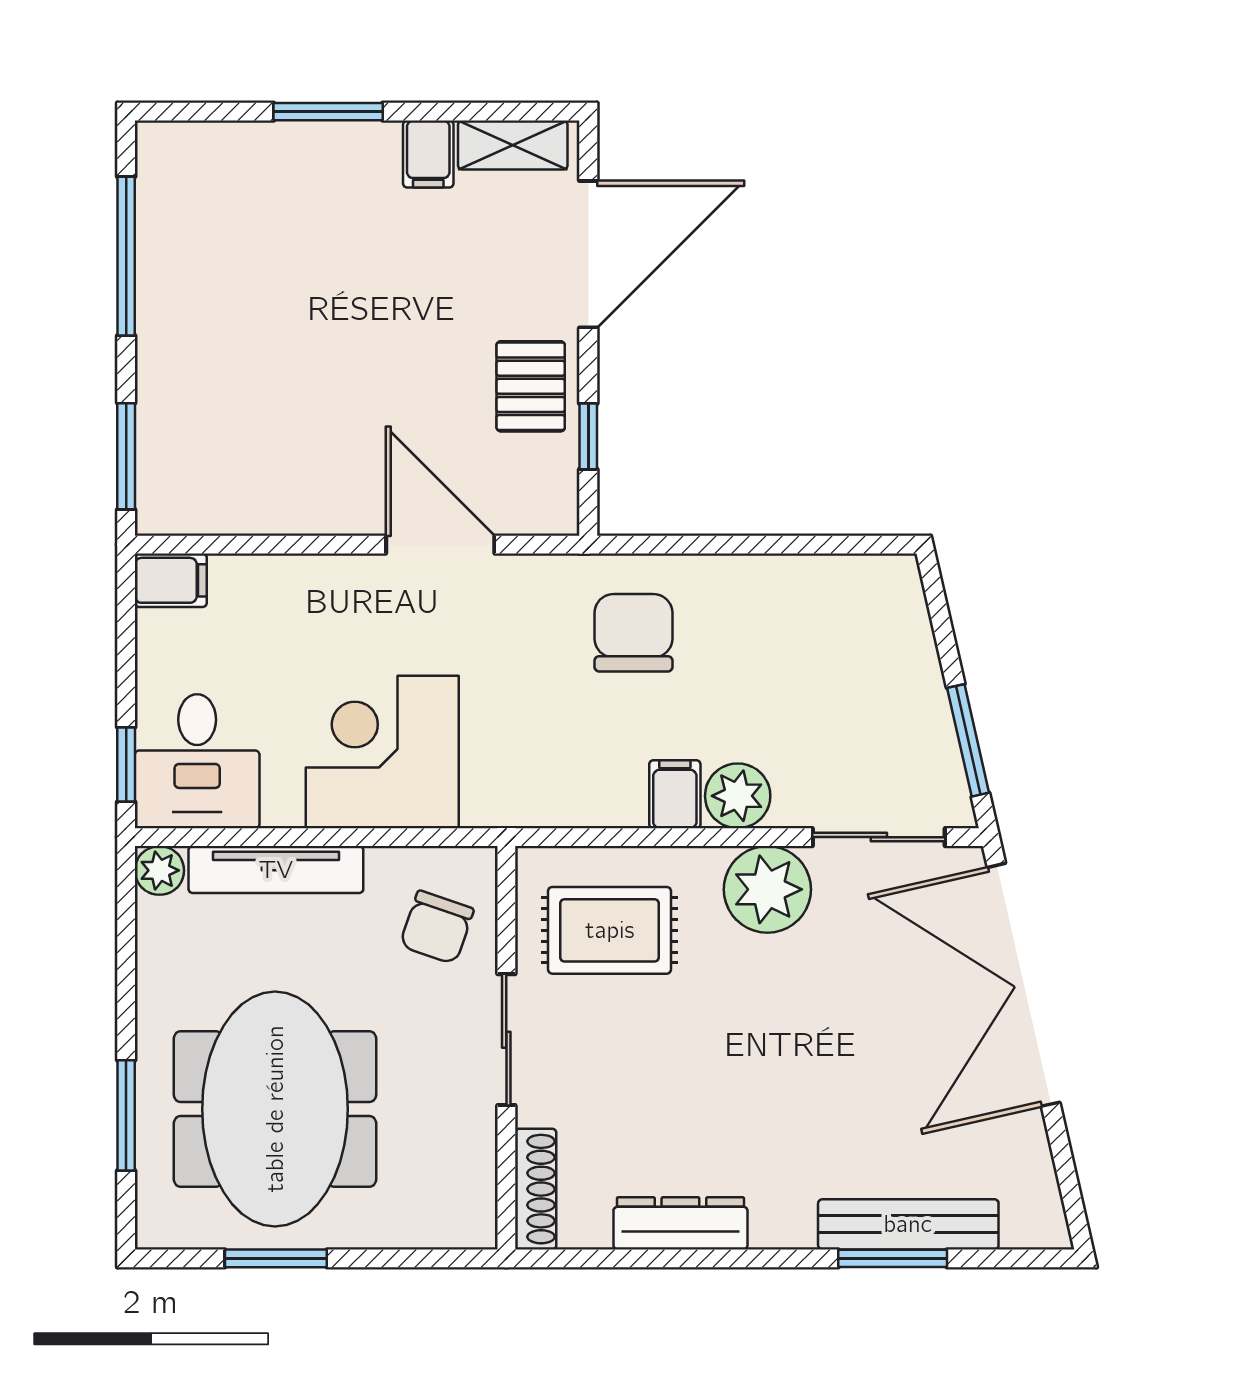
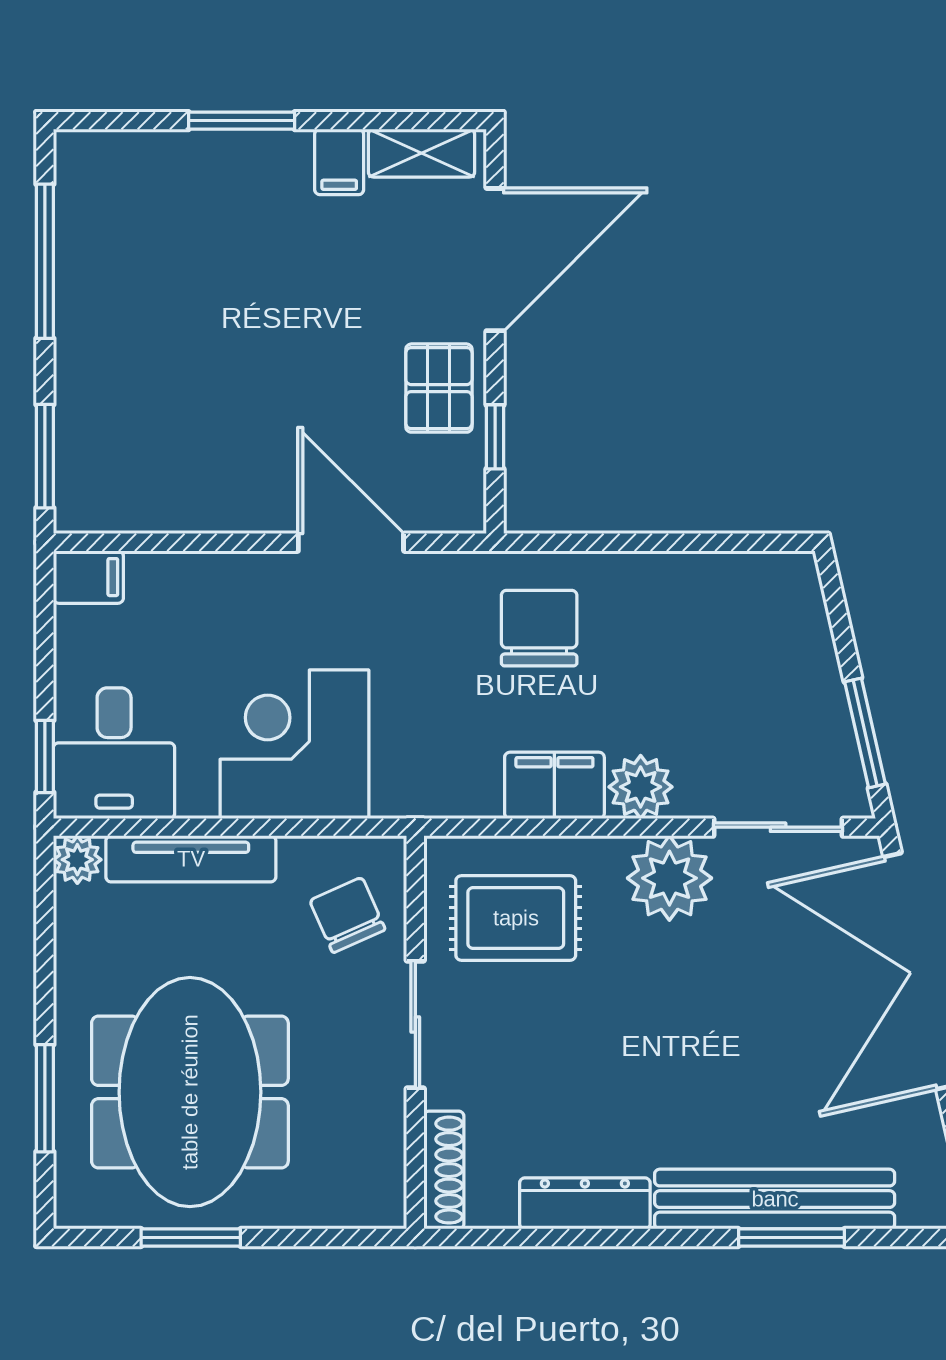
filing cabinet: (675, 794) -> (554, 785), width x2.00
chair: (437, 927) -> (347, 915), turned 137
bench: (908, 1224) -> (775, 1199), width x1.37, depth x1.21

